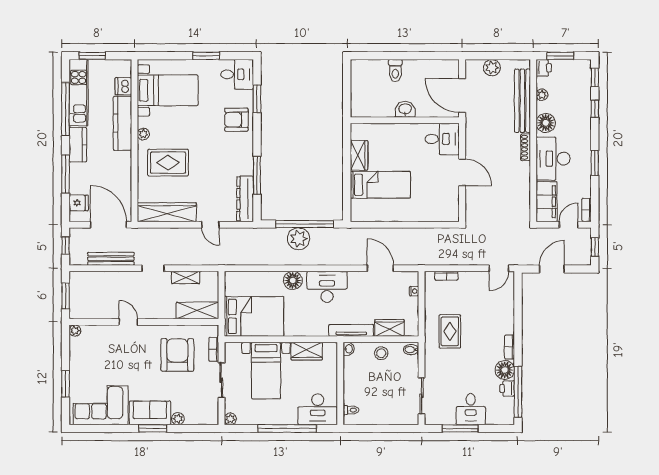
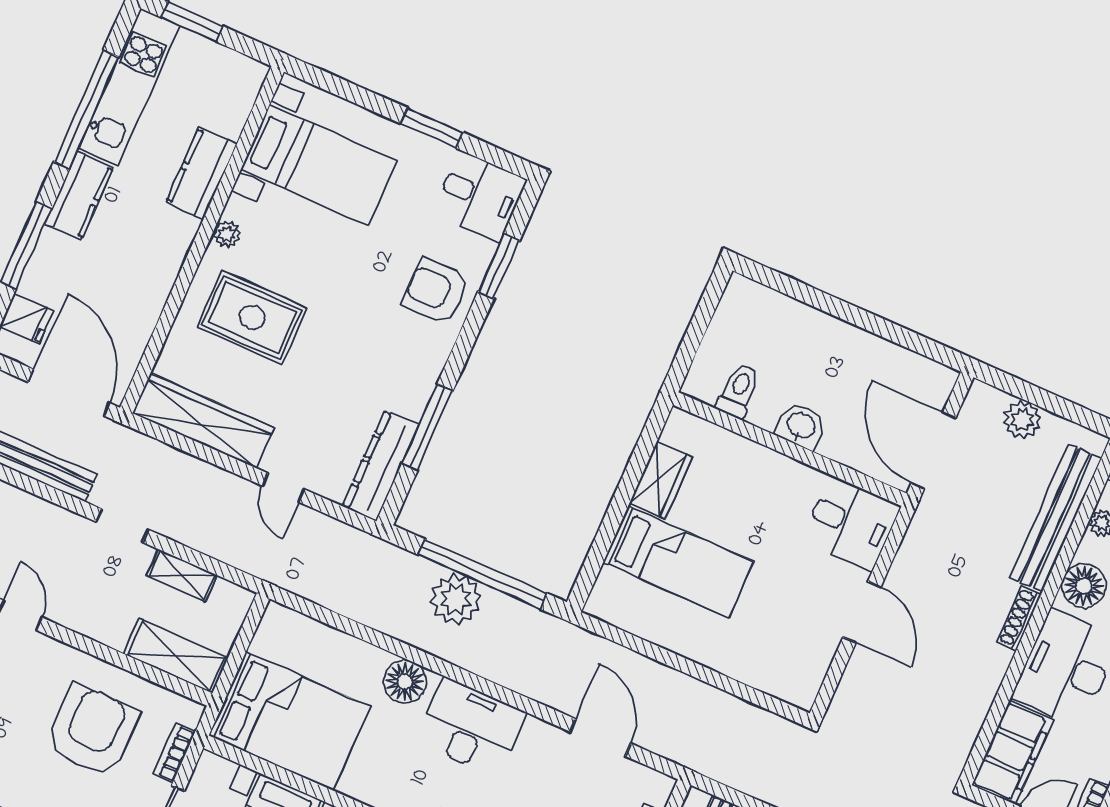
toilet: (395, 71) -> (738, 391), moved, turned 180
dishwasher: (123, 86) -> (229, 115), removed
kitchen counter: (122, 123) -> (201, 173), width x0.67

